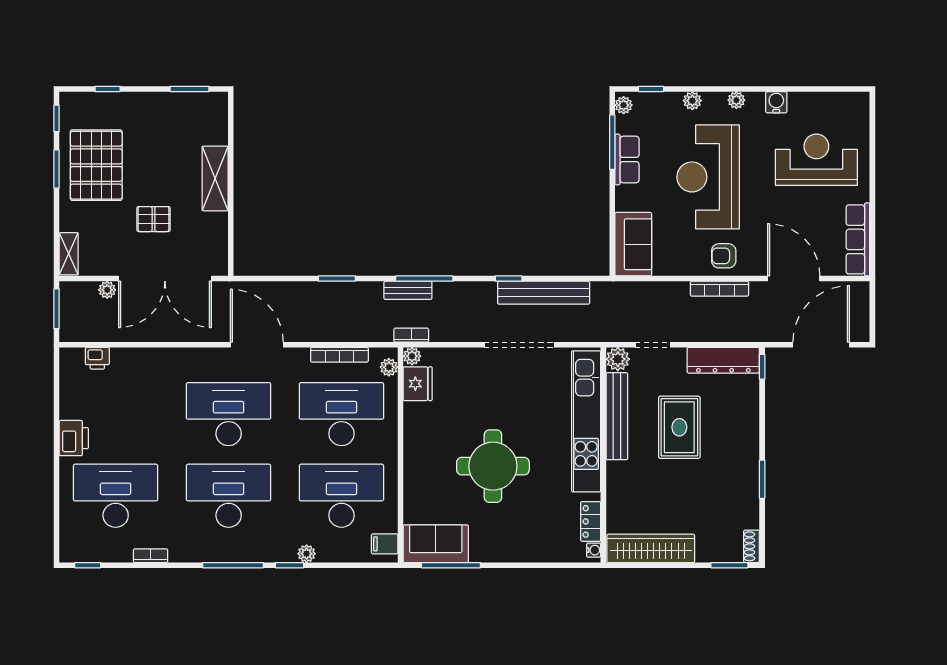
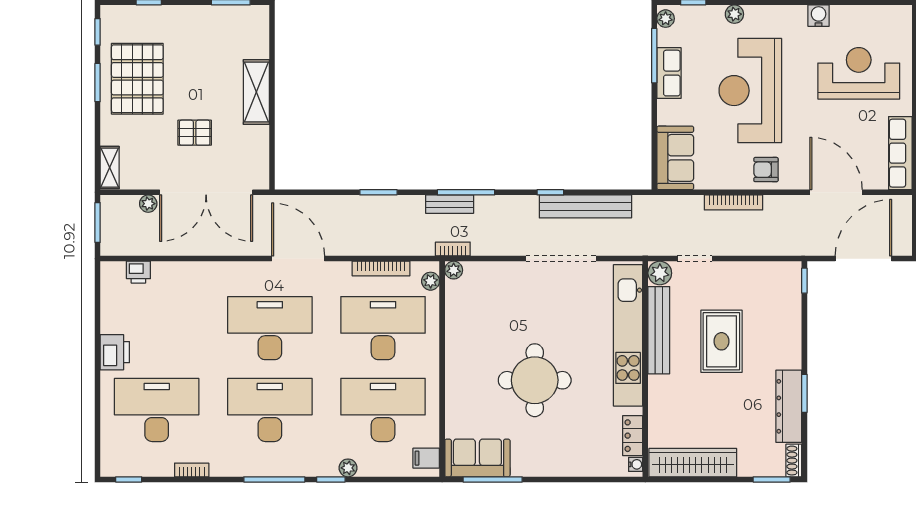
plant: (736, 100) -> (779, 14), removed
bookcase: (719, 289) -> (734, 202), moved
dresser: (723, 360) -> (789, 406), moved, turned 90
fridge: (418, 384) -> (459, 298), removed

